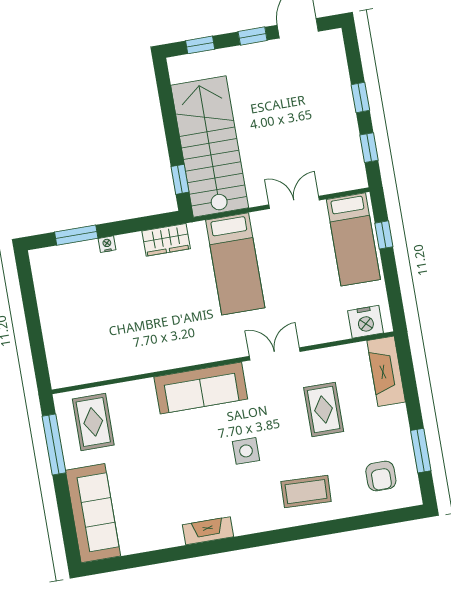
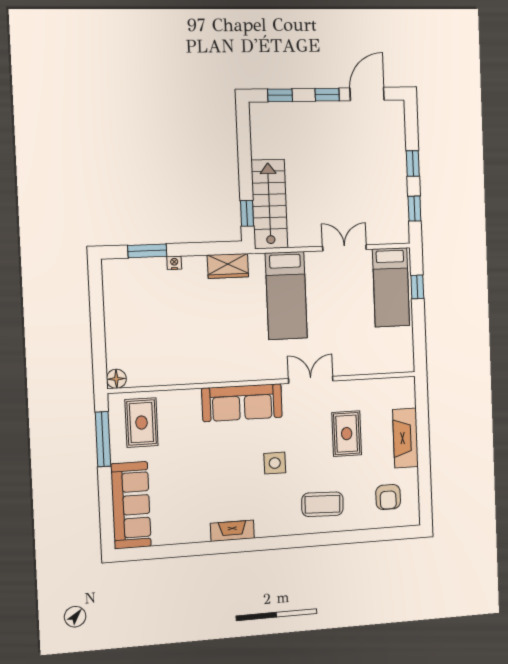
stairs: (210, 146) -> (269, 204), width x0.73, depth x0.66
nightstand: (366, 322) -> (392, 361), removed
fireplace: (386, 371) -> (405, 438), moved
floor lamp: (60, 377) -> (116, 379), added
window: (421, 451) -> (424, 478), removed

